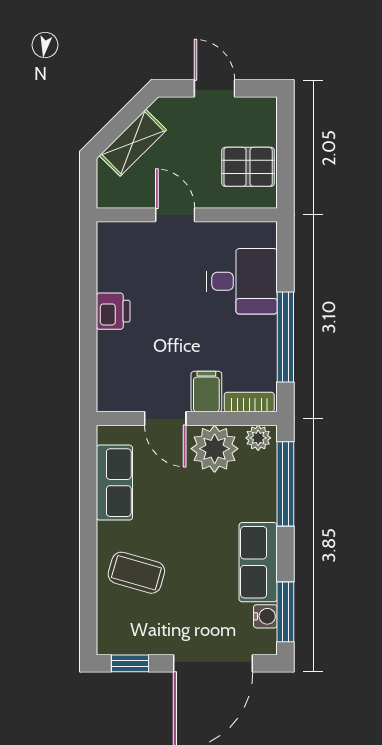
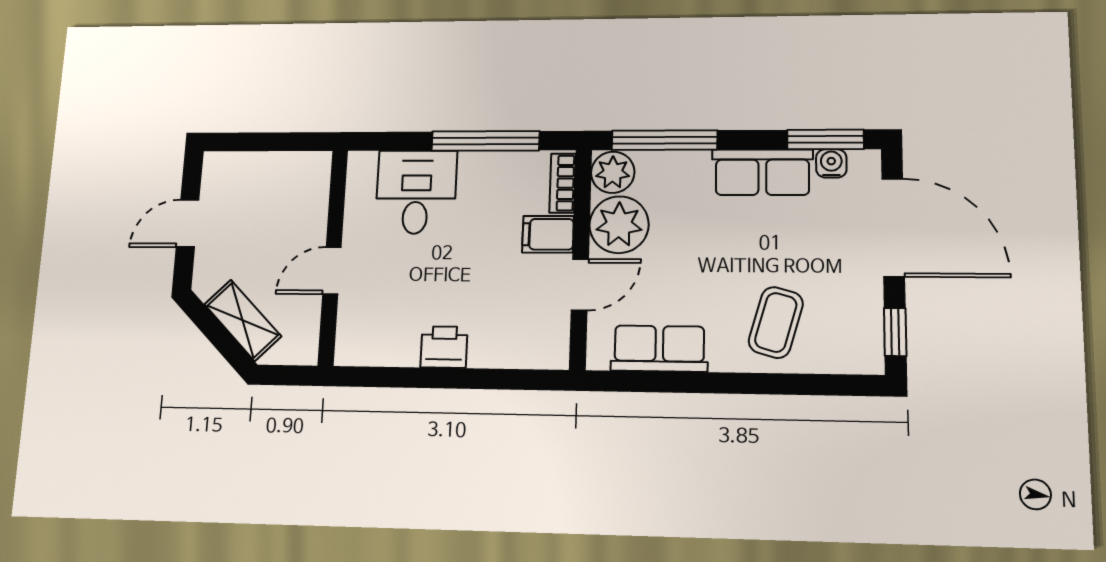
pallet: (248, 167) -> (282, 185), removed
plant: (258, 438) -> (613, 172), width x1.38, depth x1.38

